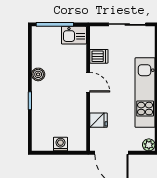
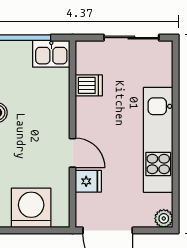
door: (88, 82) -> (73, 153), moved
washing machine: (60, 144) -> (31, 208), width x1.89, depth x1.89

